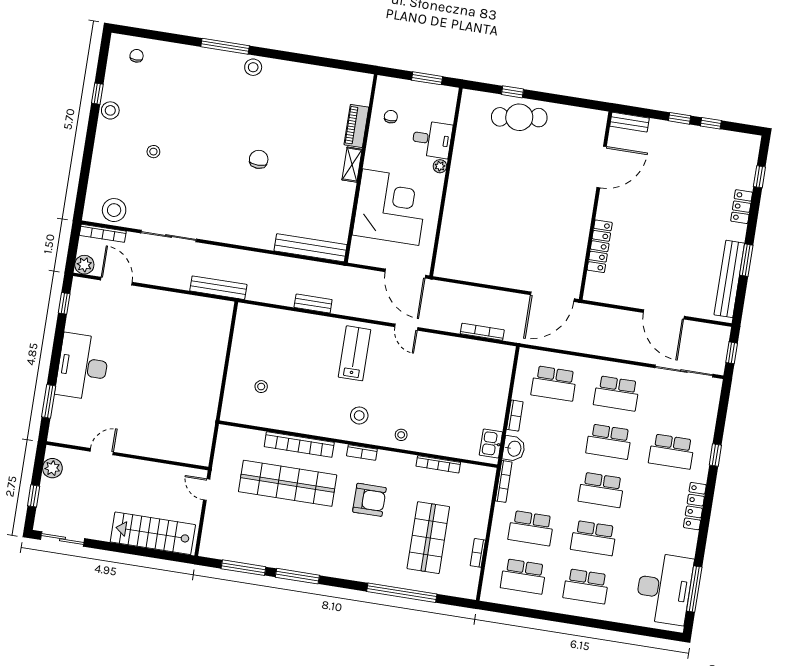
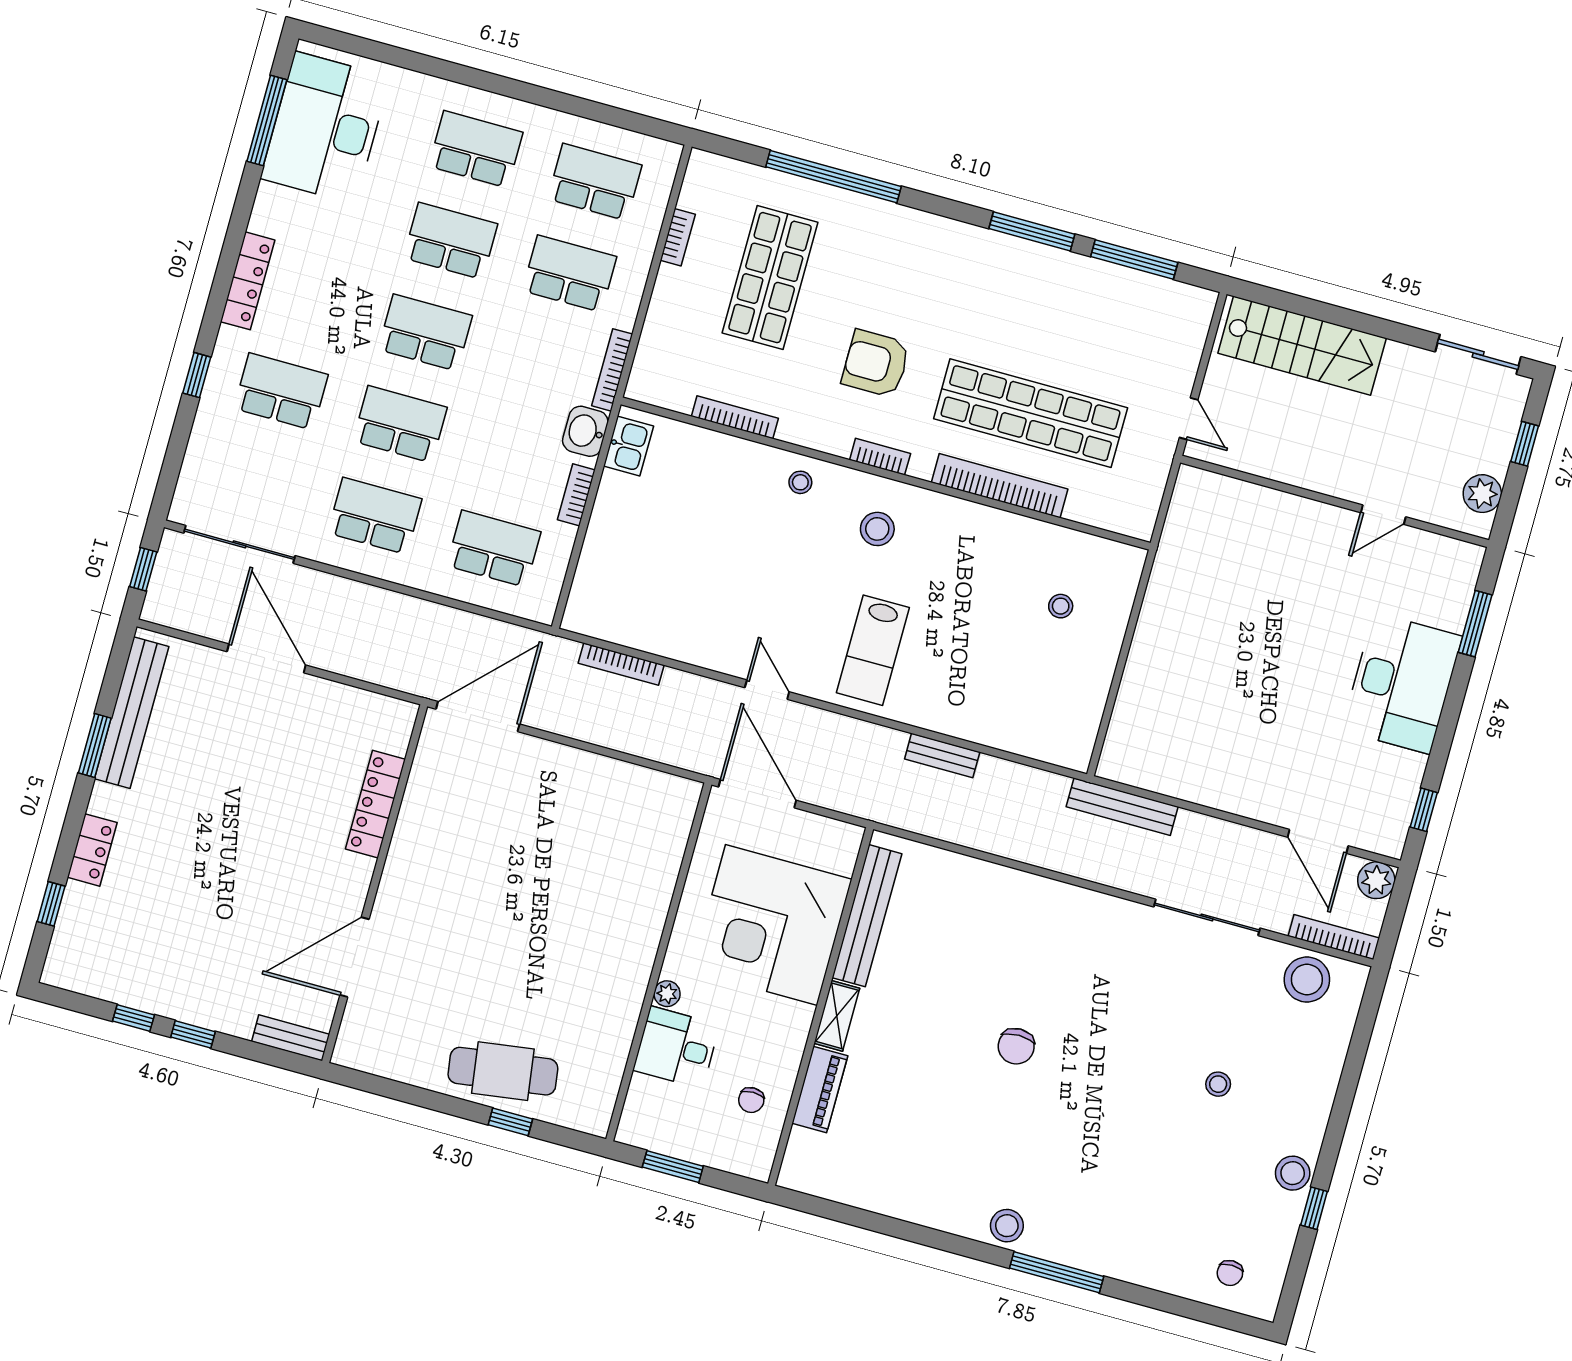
bench: (311, 248) -> (867, 916), moved, turned 90

